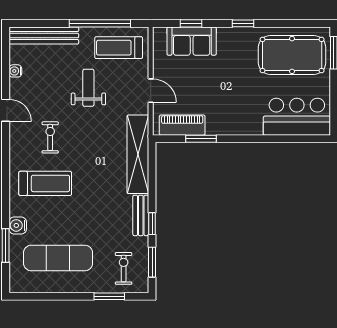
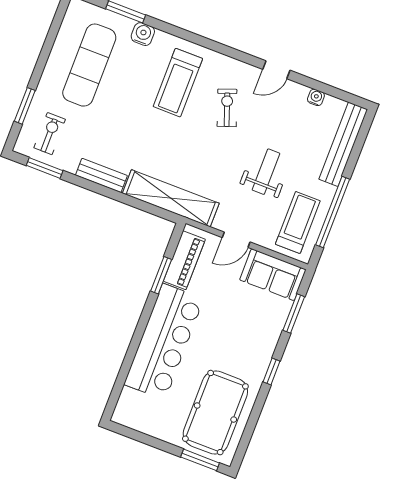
window: (191, 23) -> (294, 314), width x1.50
sofa: (192, 41) -> (273, 275), moved, turned -90
weight bench: (88, 88) -> (266, 172), turned -90
bar counter: (297, 117) -> (164, 342), moved, width x1.36
exercise bike: (50, 137) -> (227, 108), turned -110
window: (152, 224) -> (87, 184), removed
exercise bike: (124, 268) -> (50, 134), turned -90

